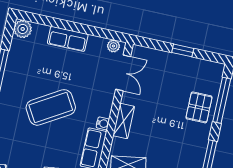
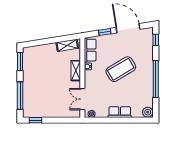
window: (183, 50) -> (35, 120), moved
pallet: (199, 107) -> (33, 88), removed

